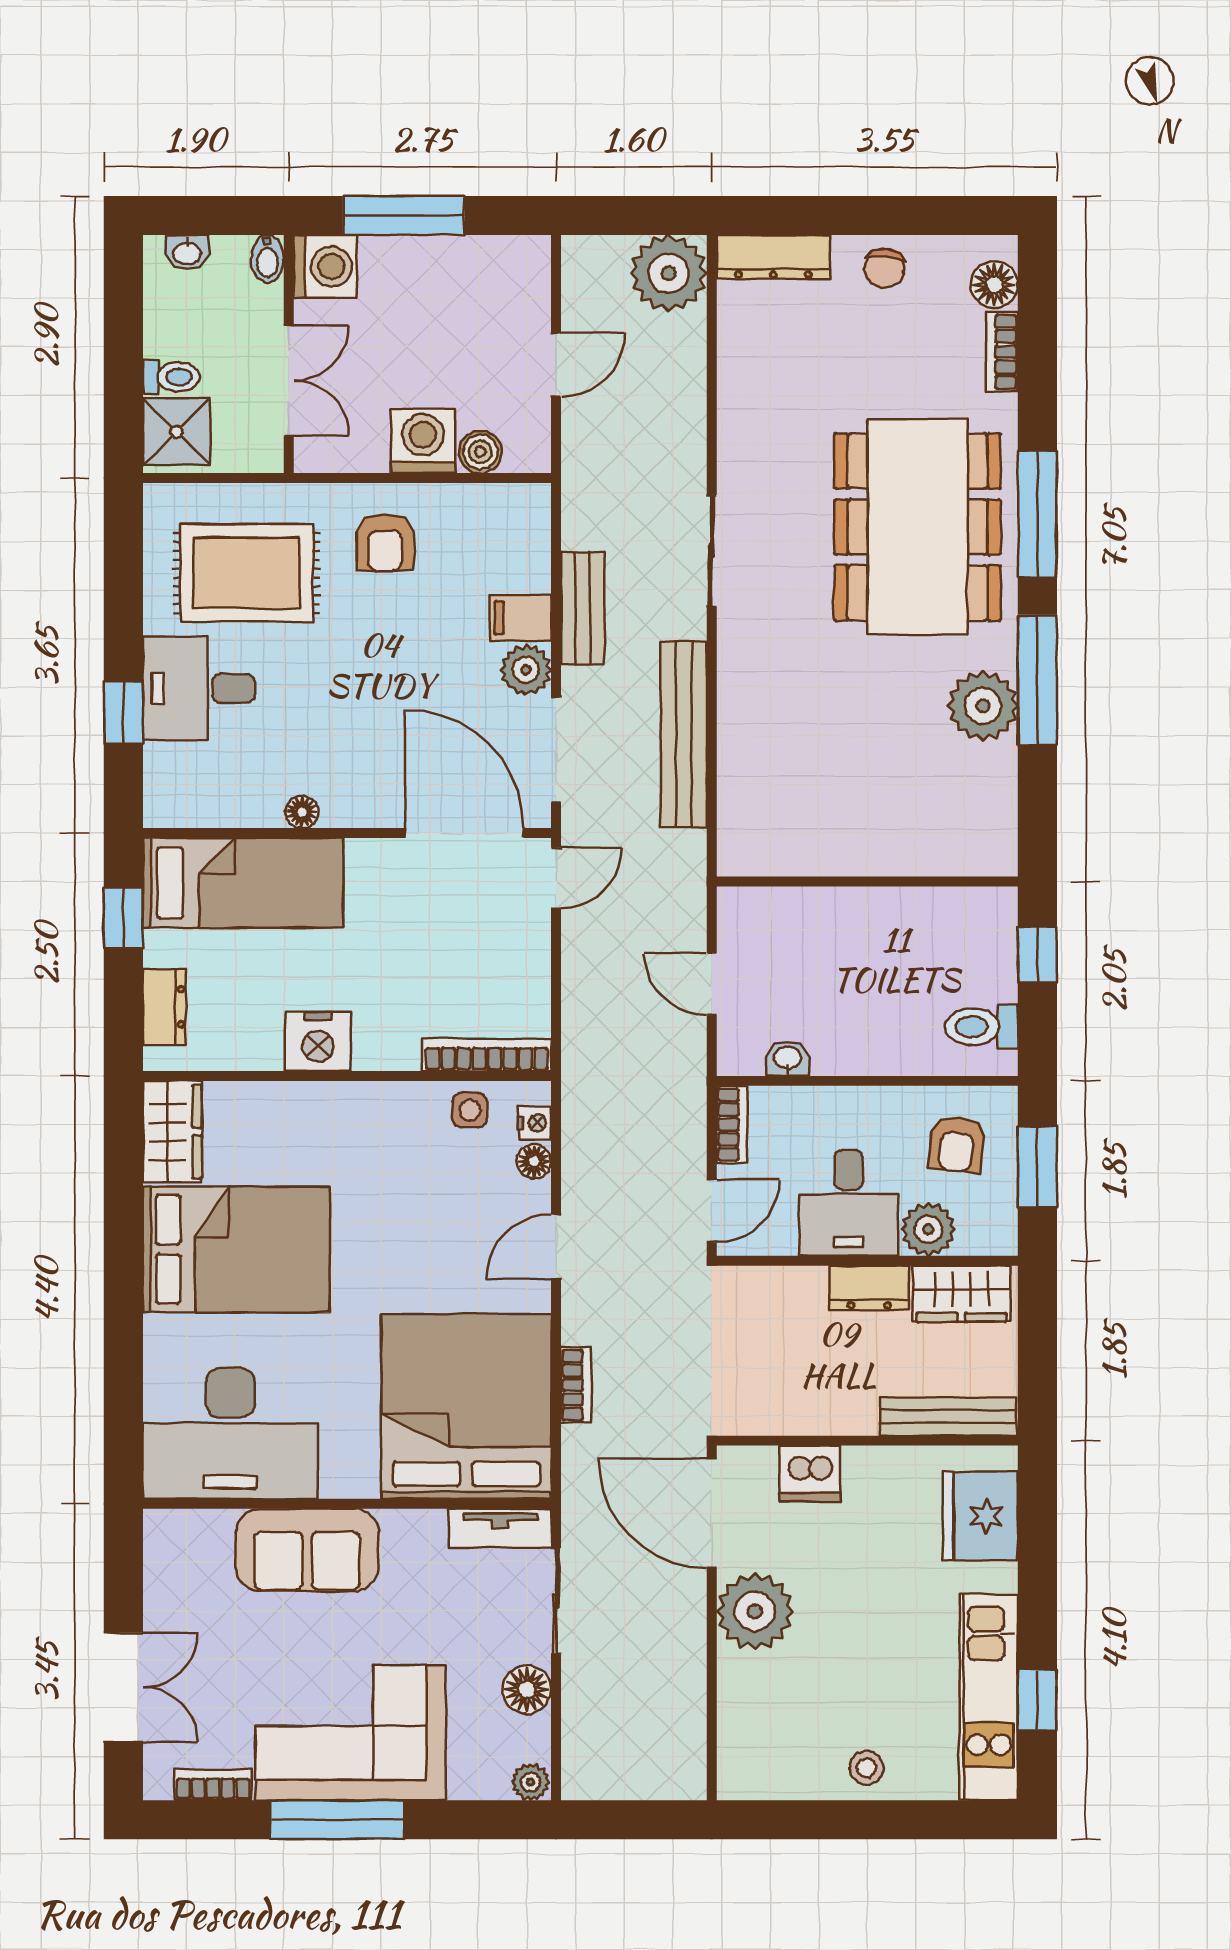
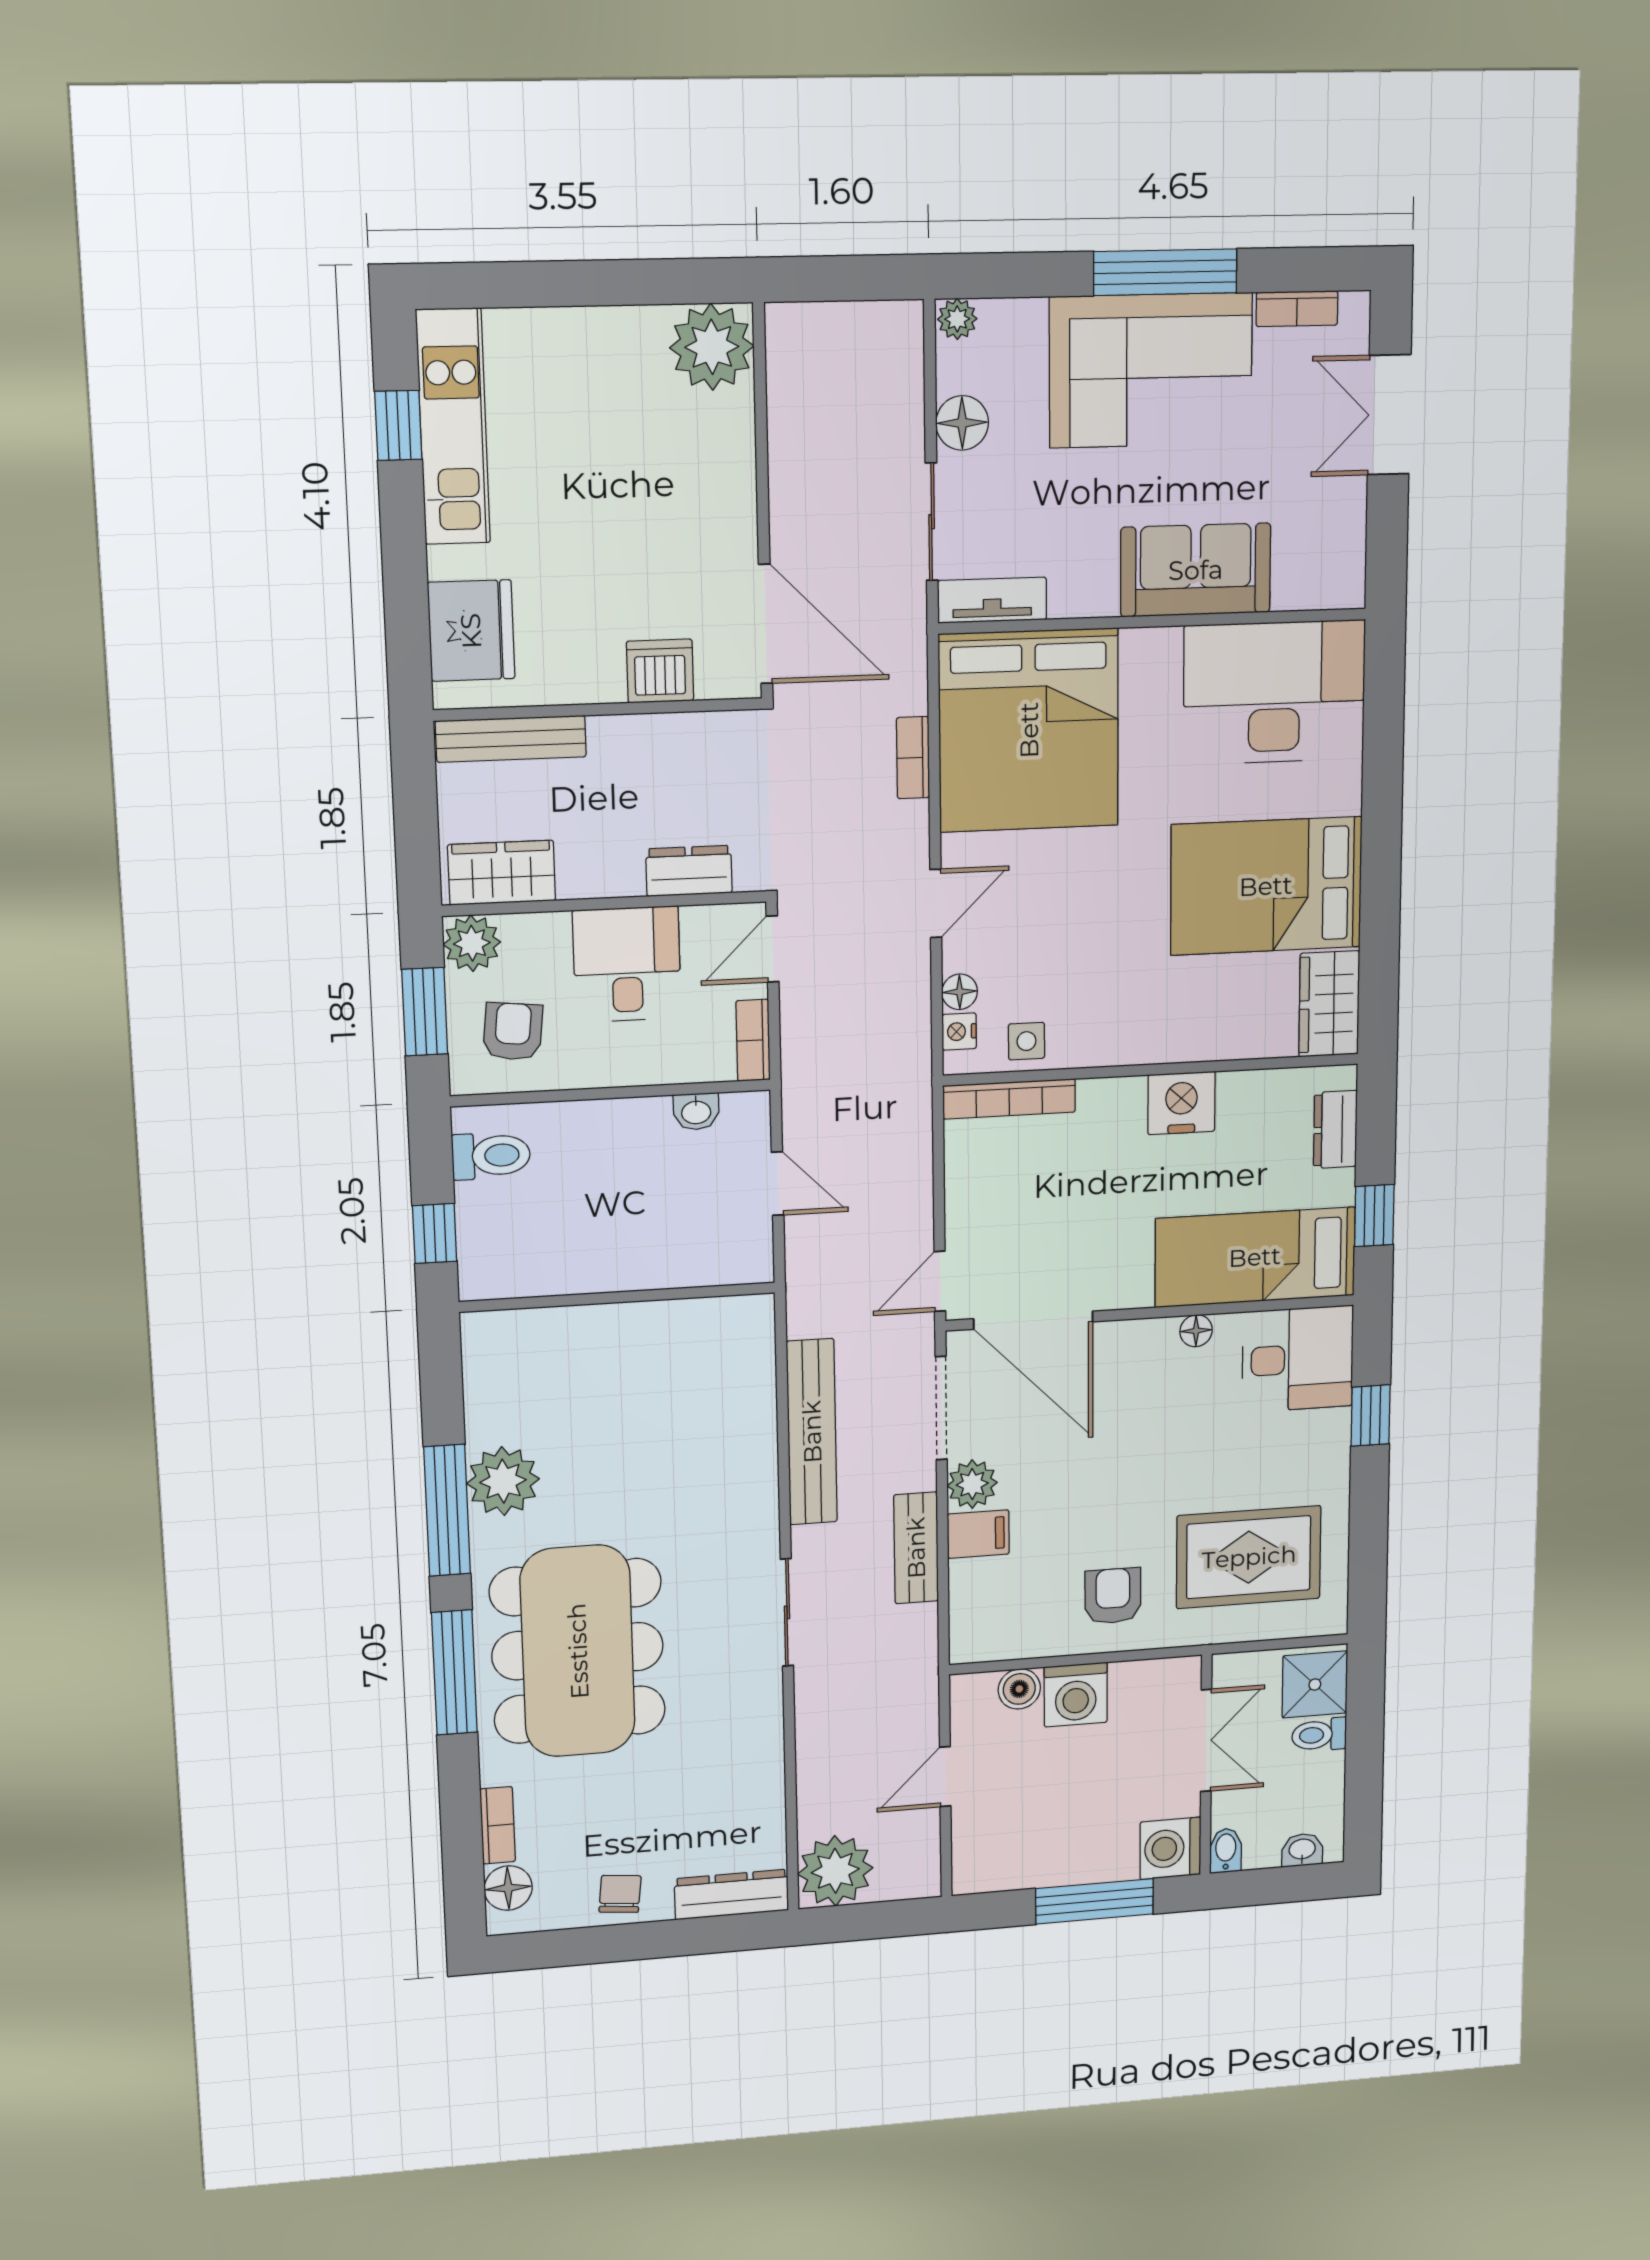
double door: (289, 381) -> (1206, 1741), swing flipped
desk: (199, 688) -> (1298, 1359), moved
plant: (928, 1229) -> (472, 943), moved
dresser: (869, 1288) -> (689, 871), moved
plant: (755, 1611) -> (712, 347), moved
stool: (867, 1768) -> (587, 343), removed

